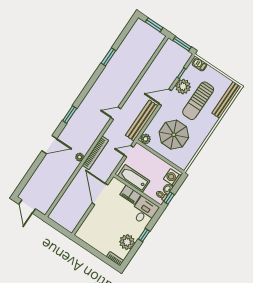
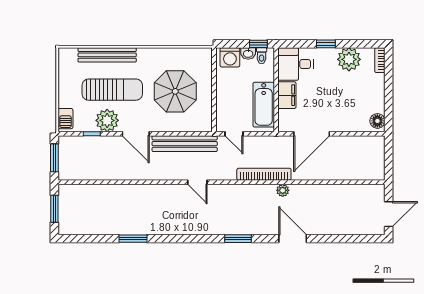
bench: (226, 100) -> (107, 55), moved
plant: (145, 139) -> (204, 123), removed
floor lamp: (83, 235) -> (377, 121), added

